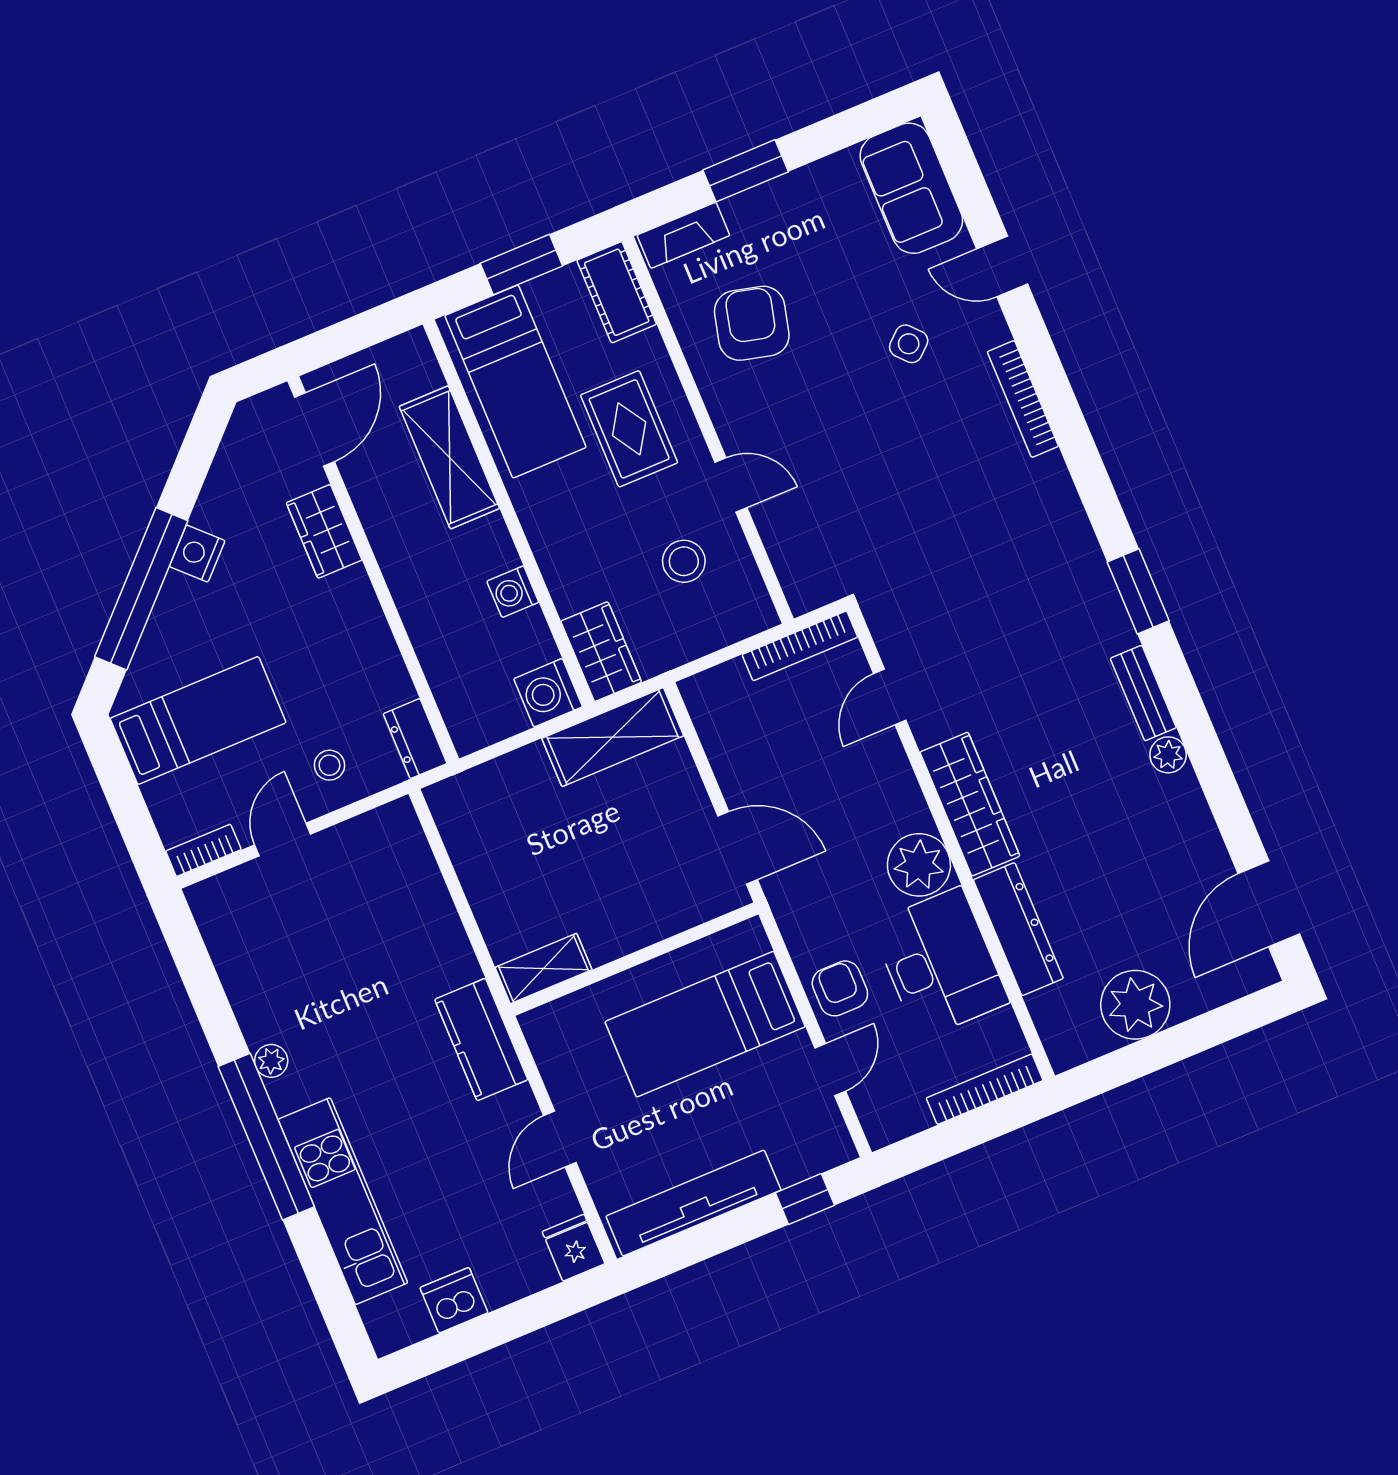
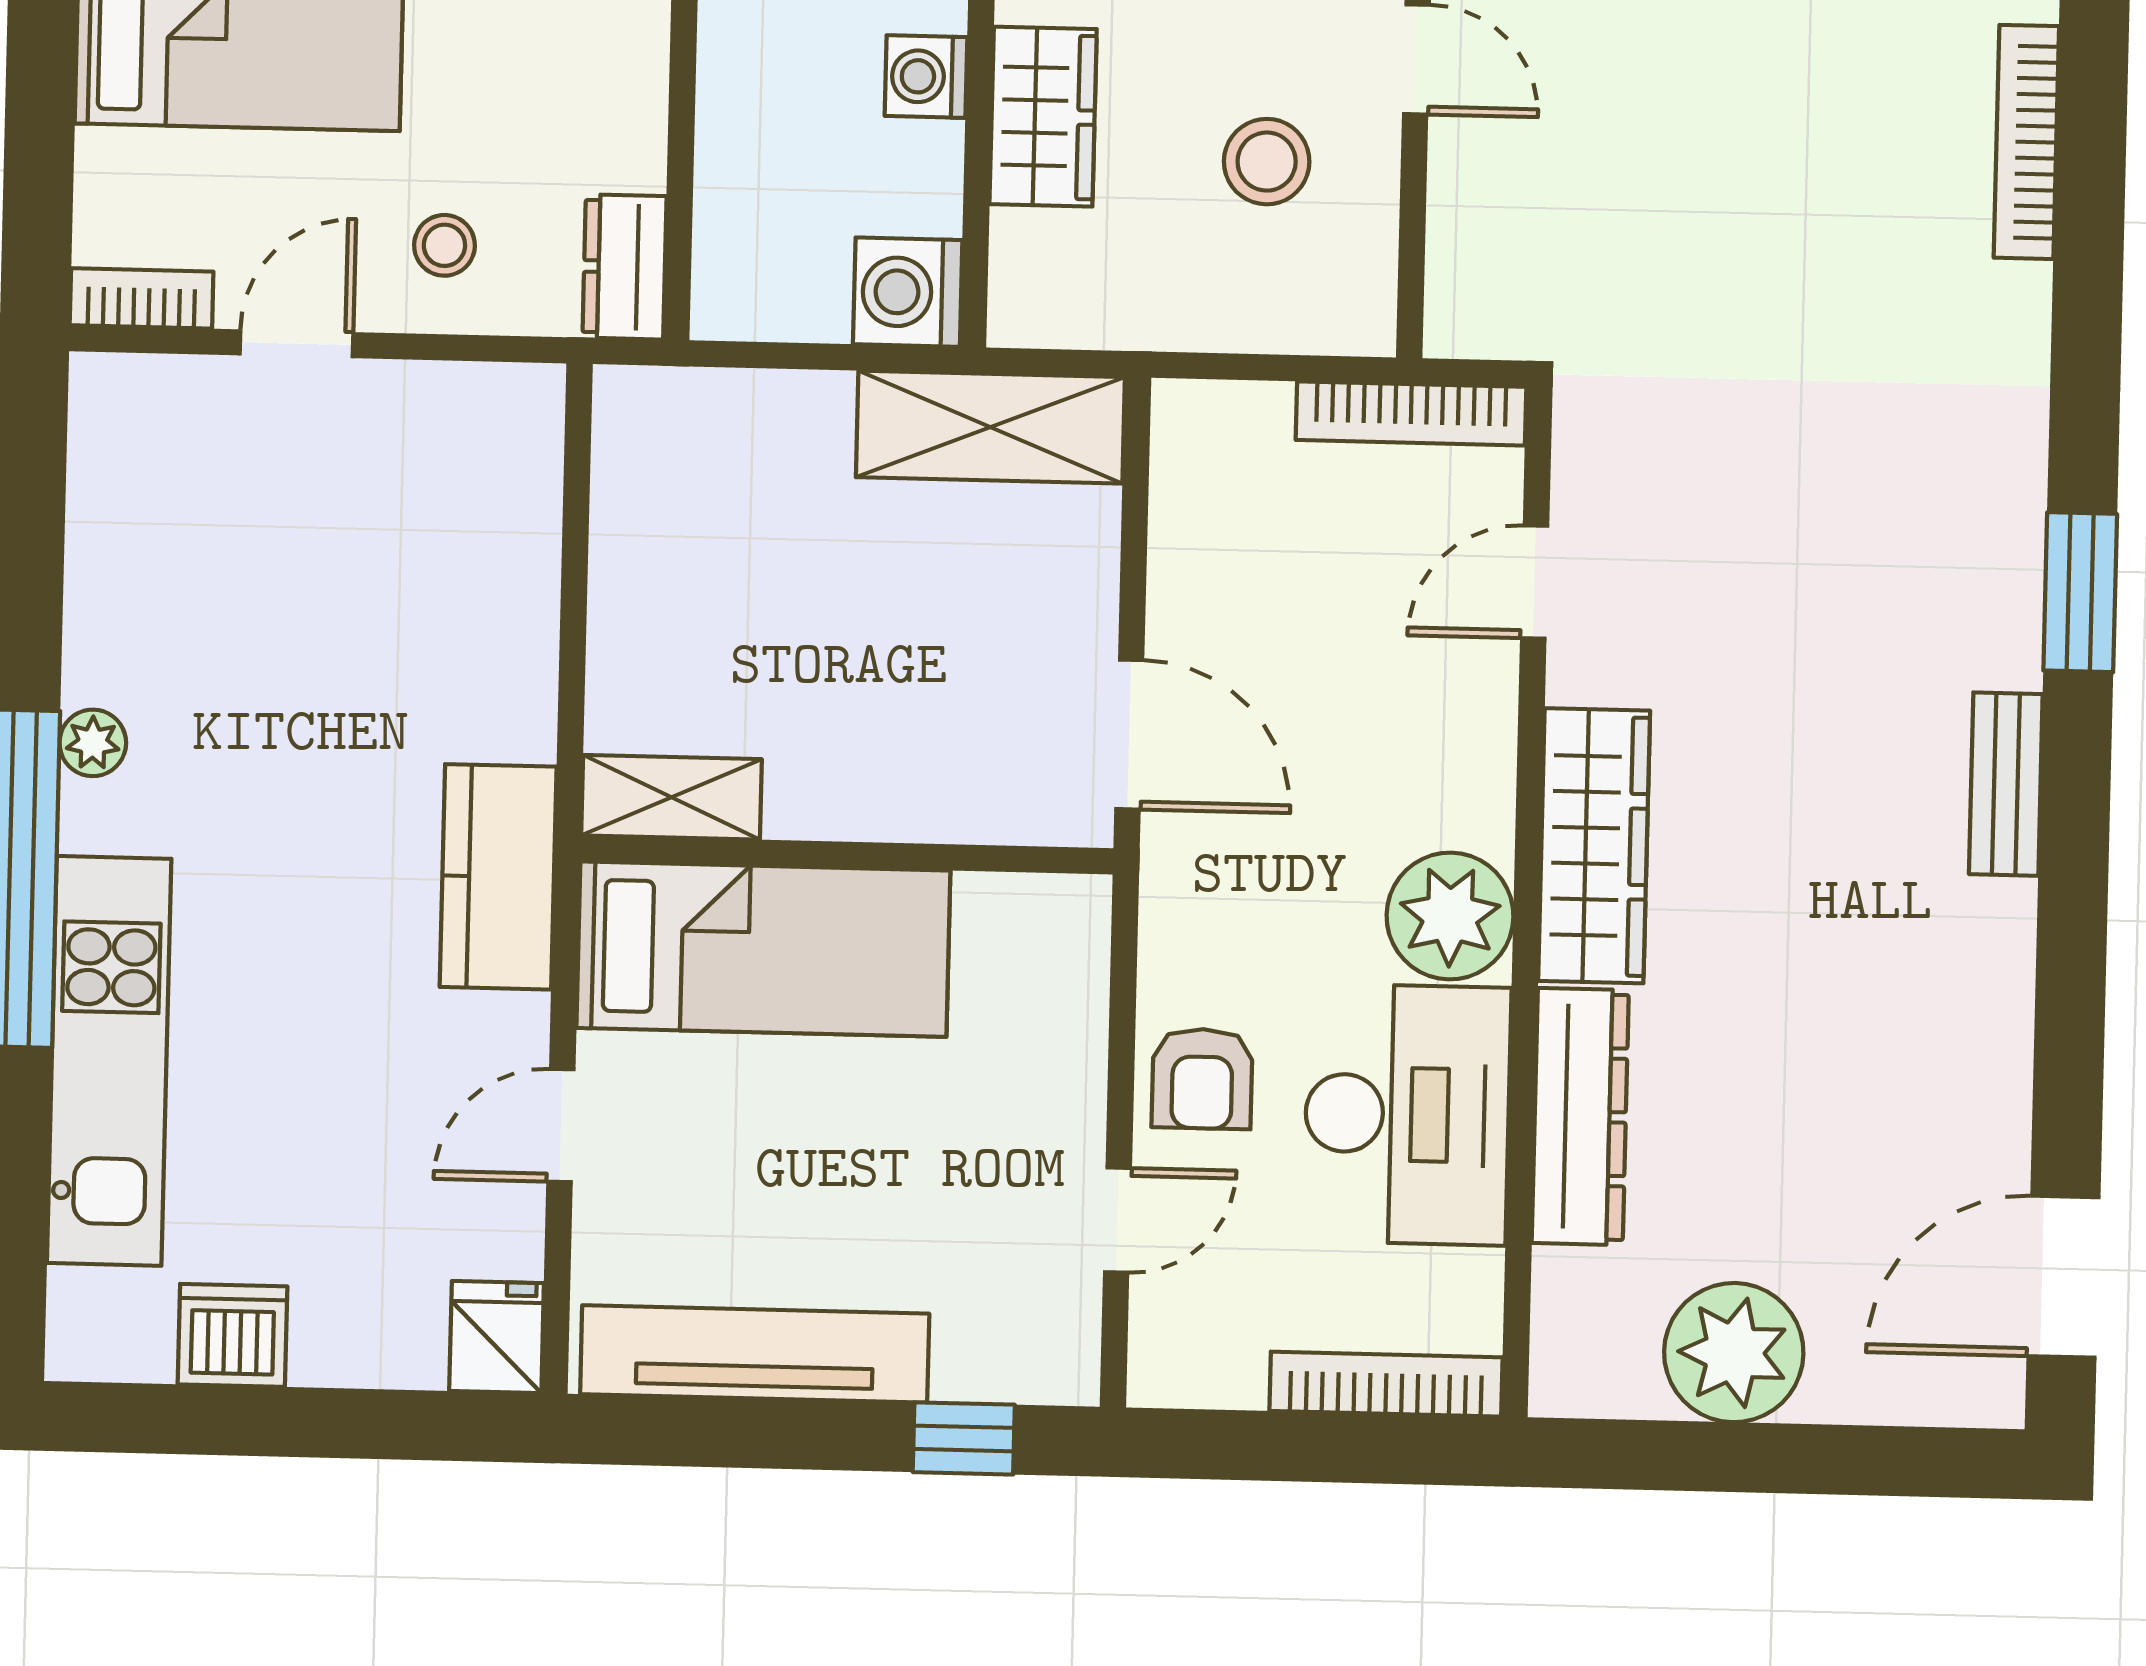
wardrobe: (601, 652) -> (1043, 117), moved
plant: (1168, 755) -> (2001, 918), removed
armchair: (840, 988) -> (1202, 1079), turned 180
bed: (705, 1024) -> (763, 949), moved, turned 180

